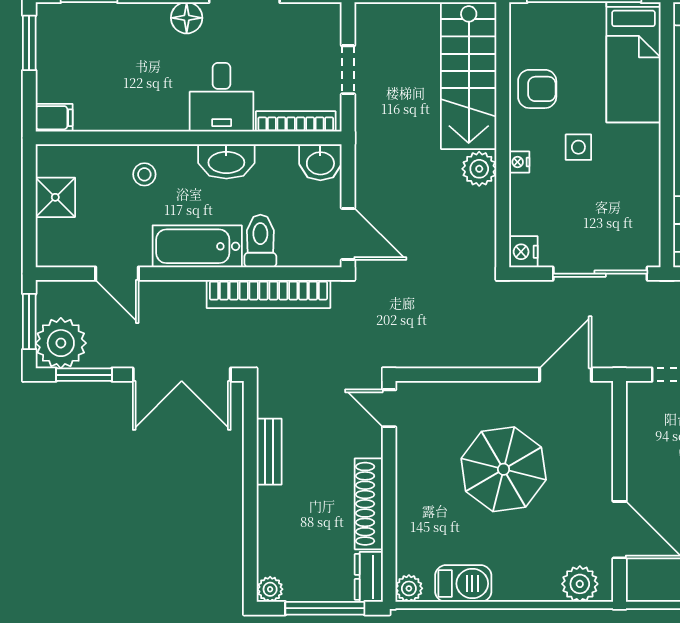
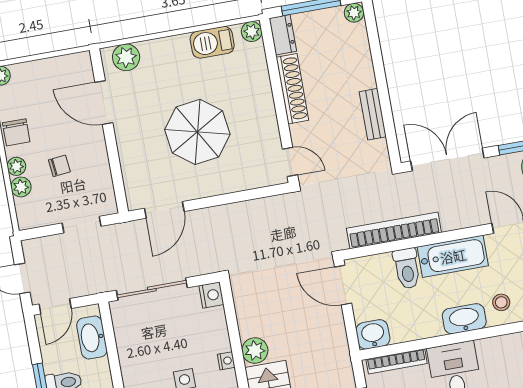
washbasin: (226, 161) -> (464, 319), moved

